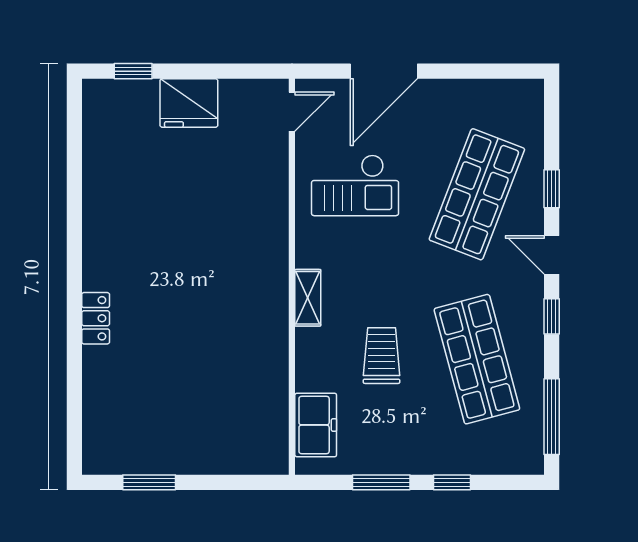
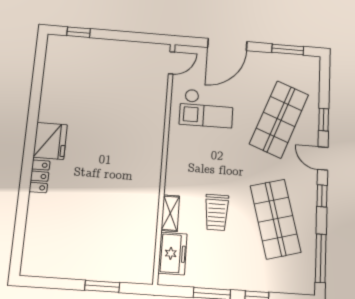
window: (487, 71) -> (288, 50), added
fridge: (189, 103) -> (50, 141), moved, turned -90
shelving: (308, 298) -> (170, 213), moved
trolley: (382, 356) -> (217, 212), turned 180
window: (149, 482) -> (102, 286), moved

